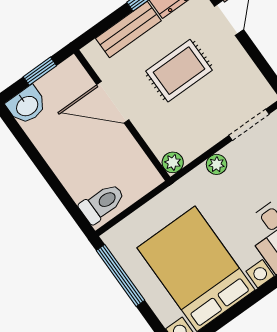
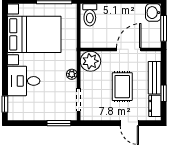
window: (40, 71) -> (164, 28), width x1.50
plant: (173, 162) -> (90, 61), width x1.87, depth x1.87

